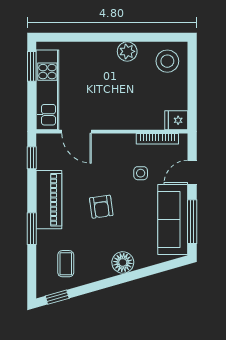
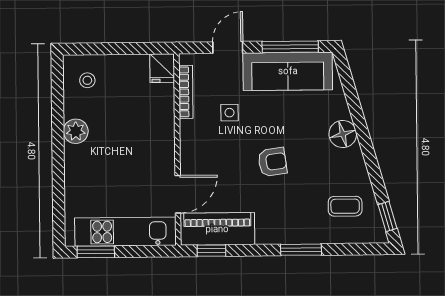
stool: (167, 61) -> (87, 80), width x0.53, depth x0.53
door: (192, 172) -> (228, 47), swing flipped
piano: (49, 200) -> (217, 229), moved

